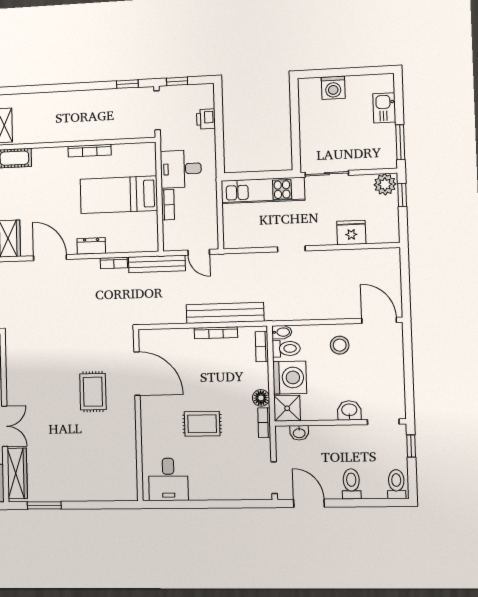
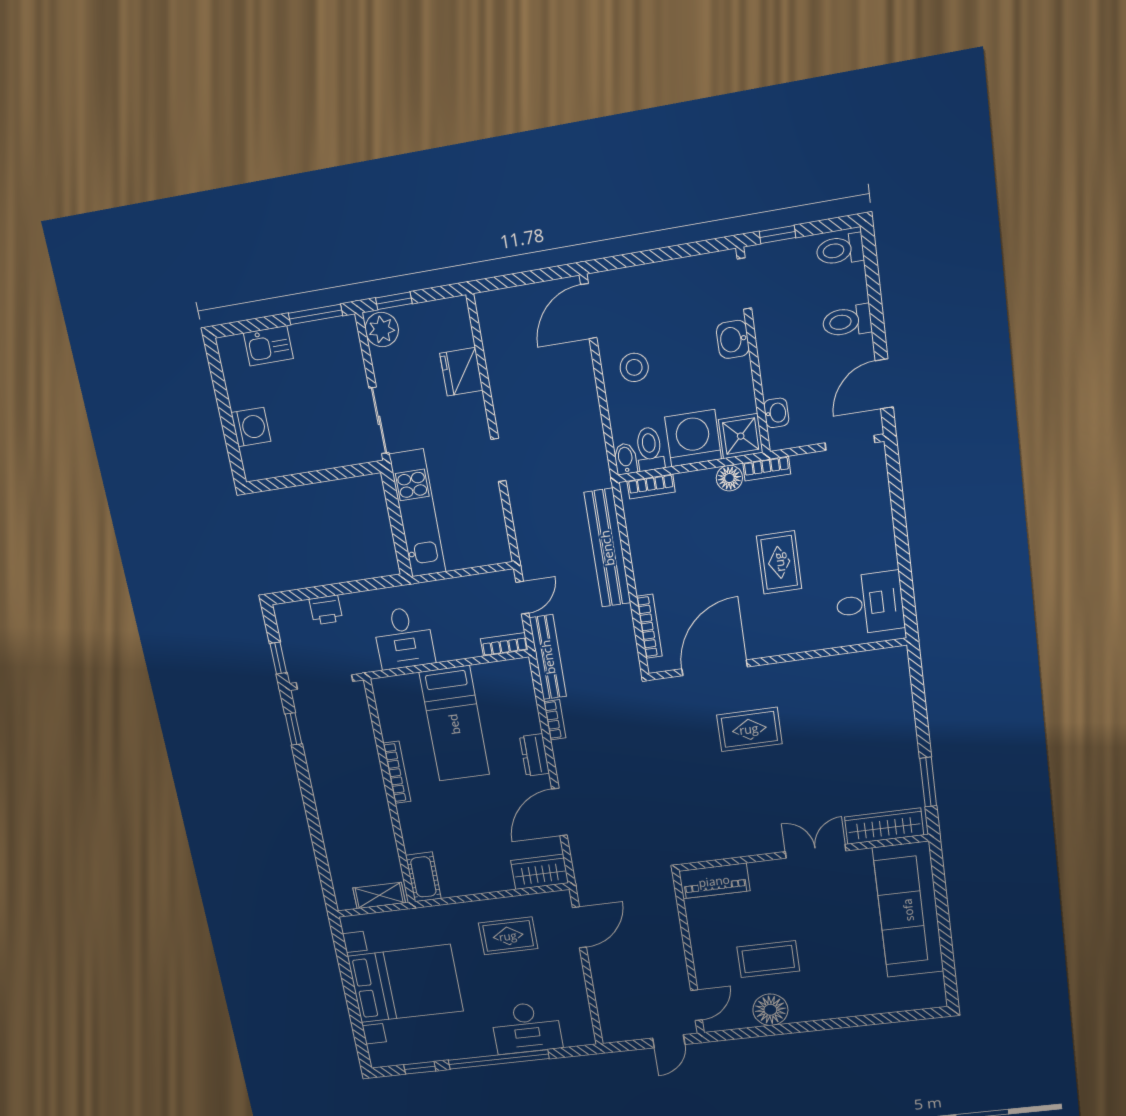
bookcase: (168, 205) -> (504, 644), moved
bookcase: (216, 333) -> (649, 626), moved

